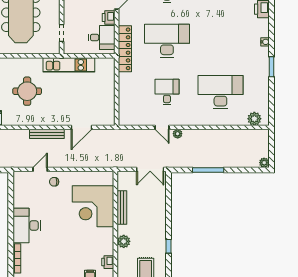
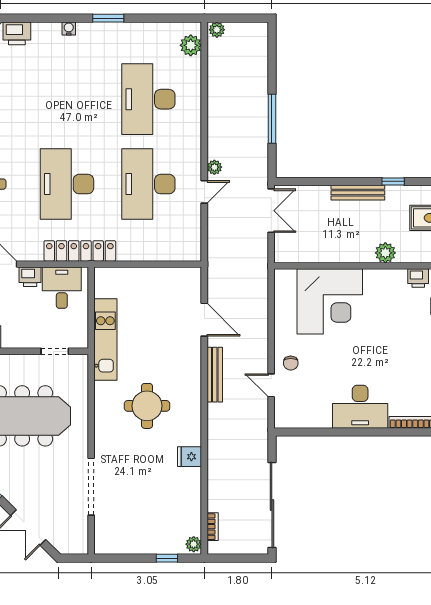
desk: (167, 92) -> (148, 184), width x1.87, depth x1.30
plant: (264, 163) -> (217, 30), moved
bench: (122, 208) -> (358, 193), moved

